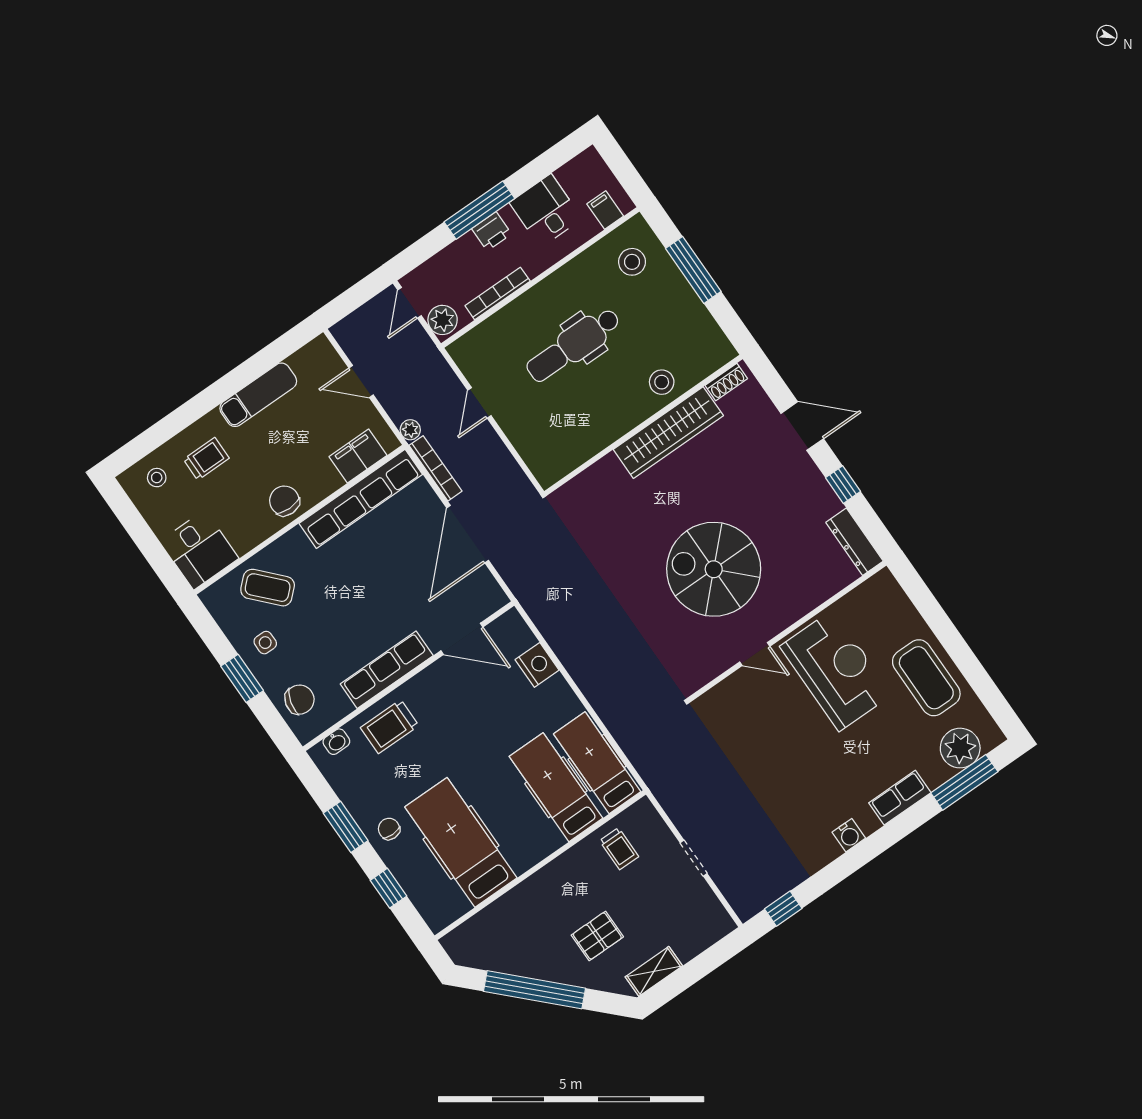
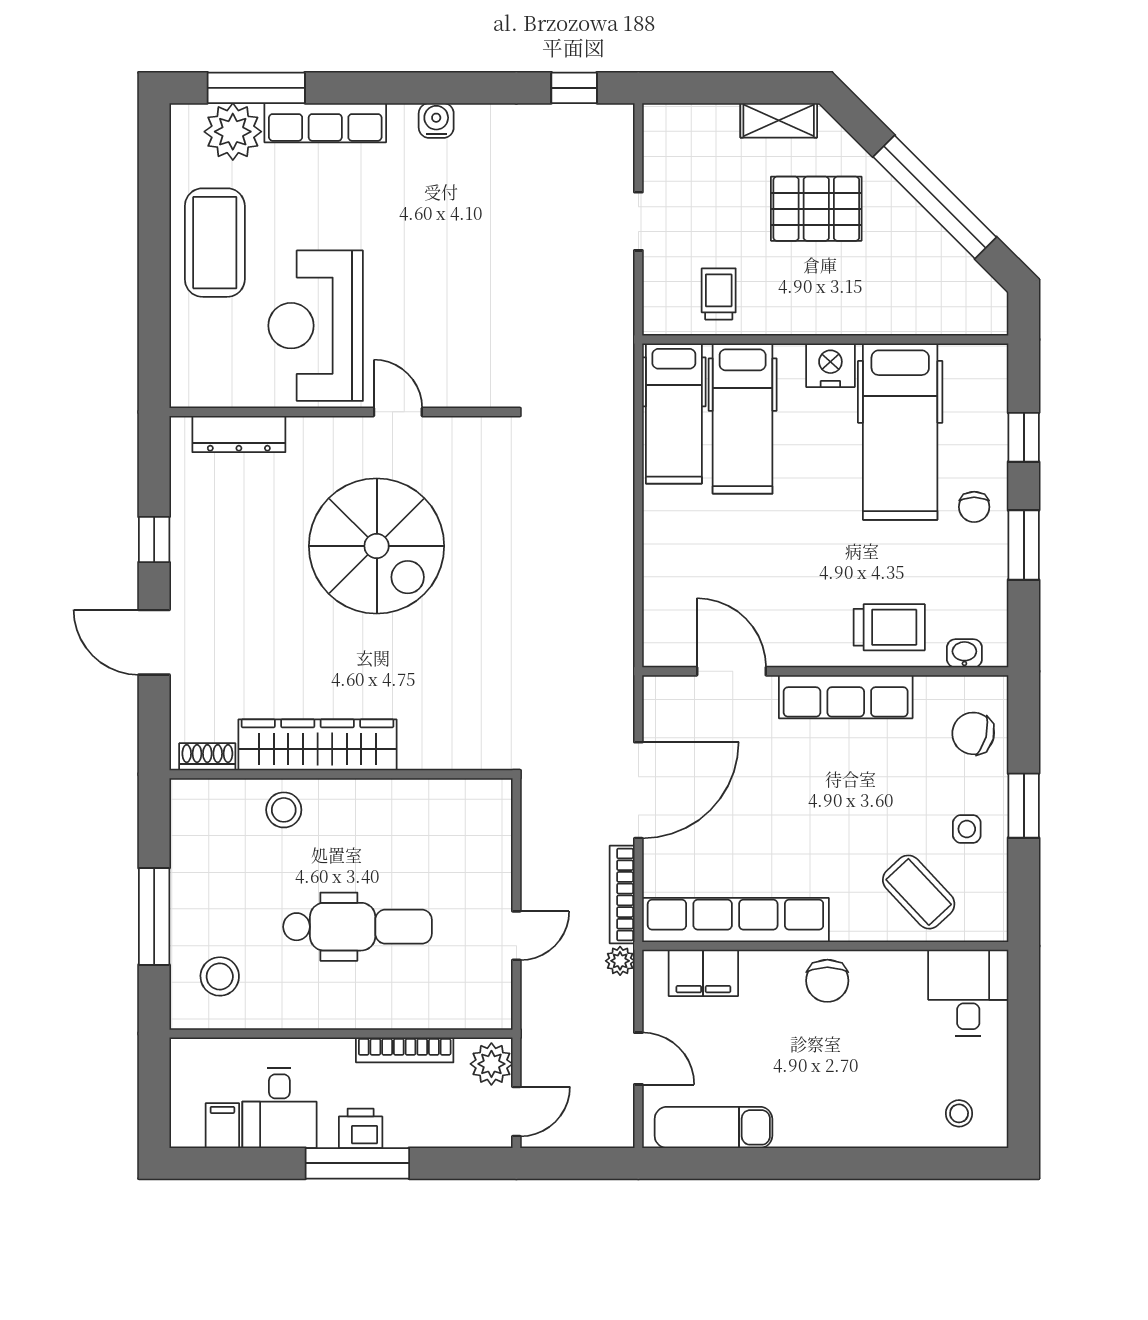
filing cabinet: (605, 210) -> (222, 1126), moved, turned 180
exam couch: (258, 395) -> (713, 1127), moved
trolley: (206, 459) -> (885, 1095), removed
dresser: (855, 542) -> (239, 434), moved, turned 90
nightstand: (537, 665) -> (830, 365), moved, turned 90
row of seats: (900, 798) -> (325, 123), width x1.48
pallet: (597, 936) -> (816, 209), width x1.50, depth x1.42

